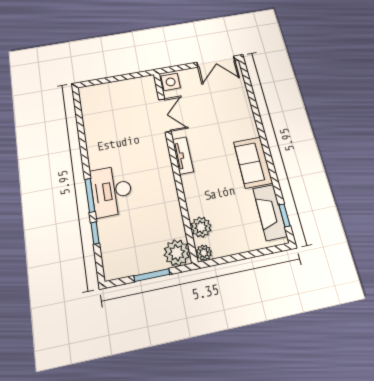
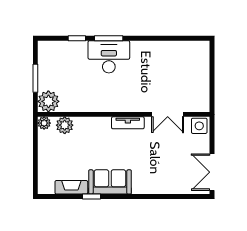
fireplace: (270, 212) -> (71, 187), width x0.73, depth x0.76
window: (285, 215) -> (92, 197), moved

